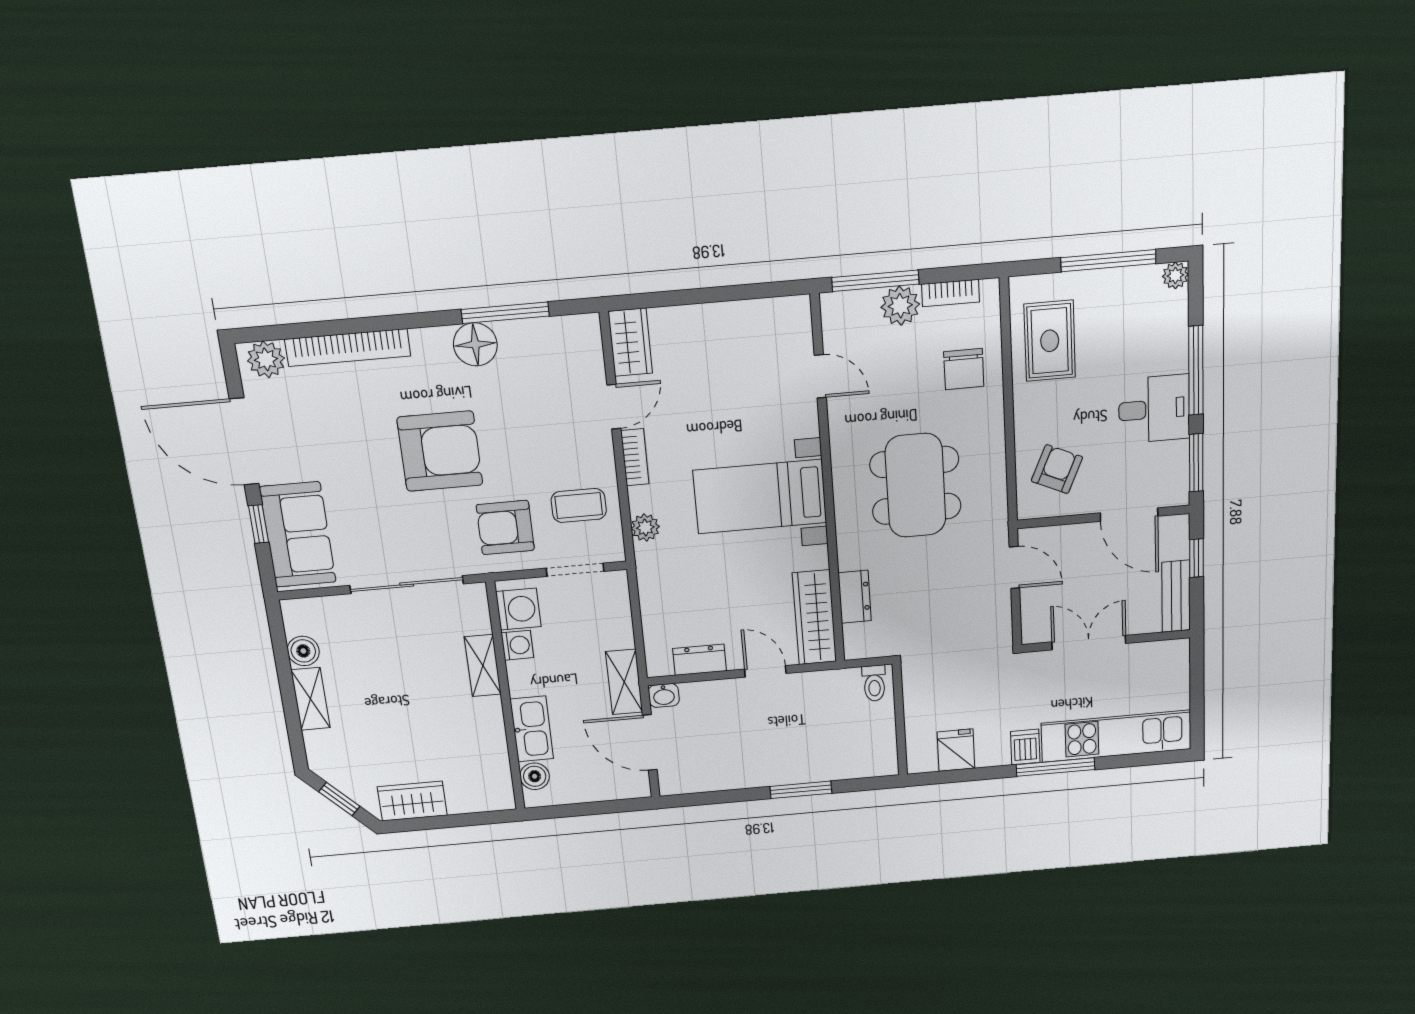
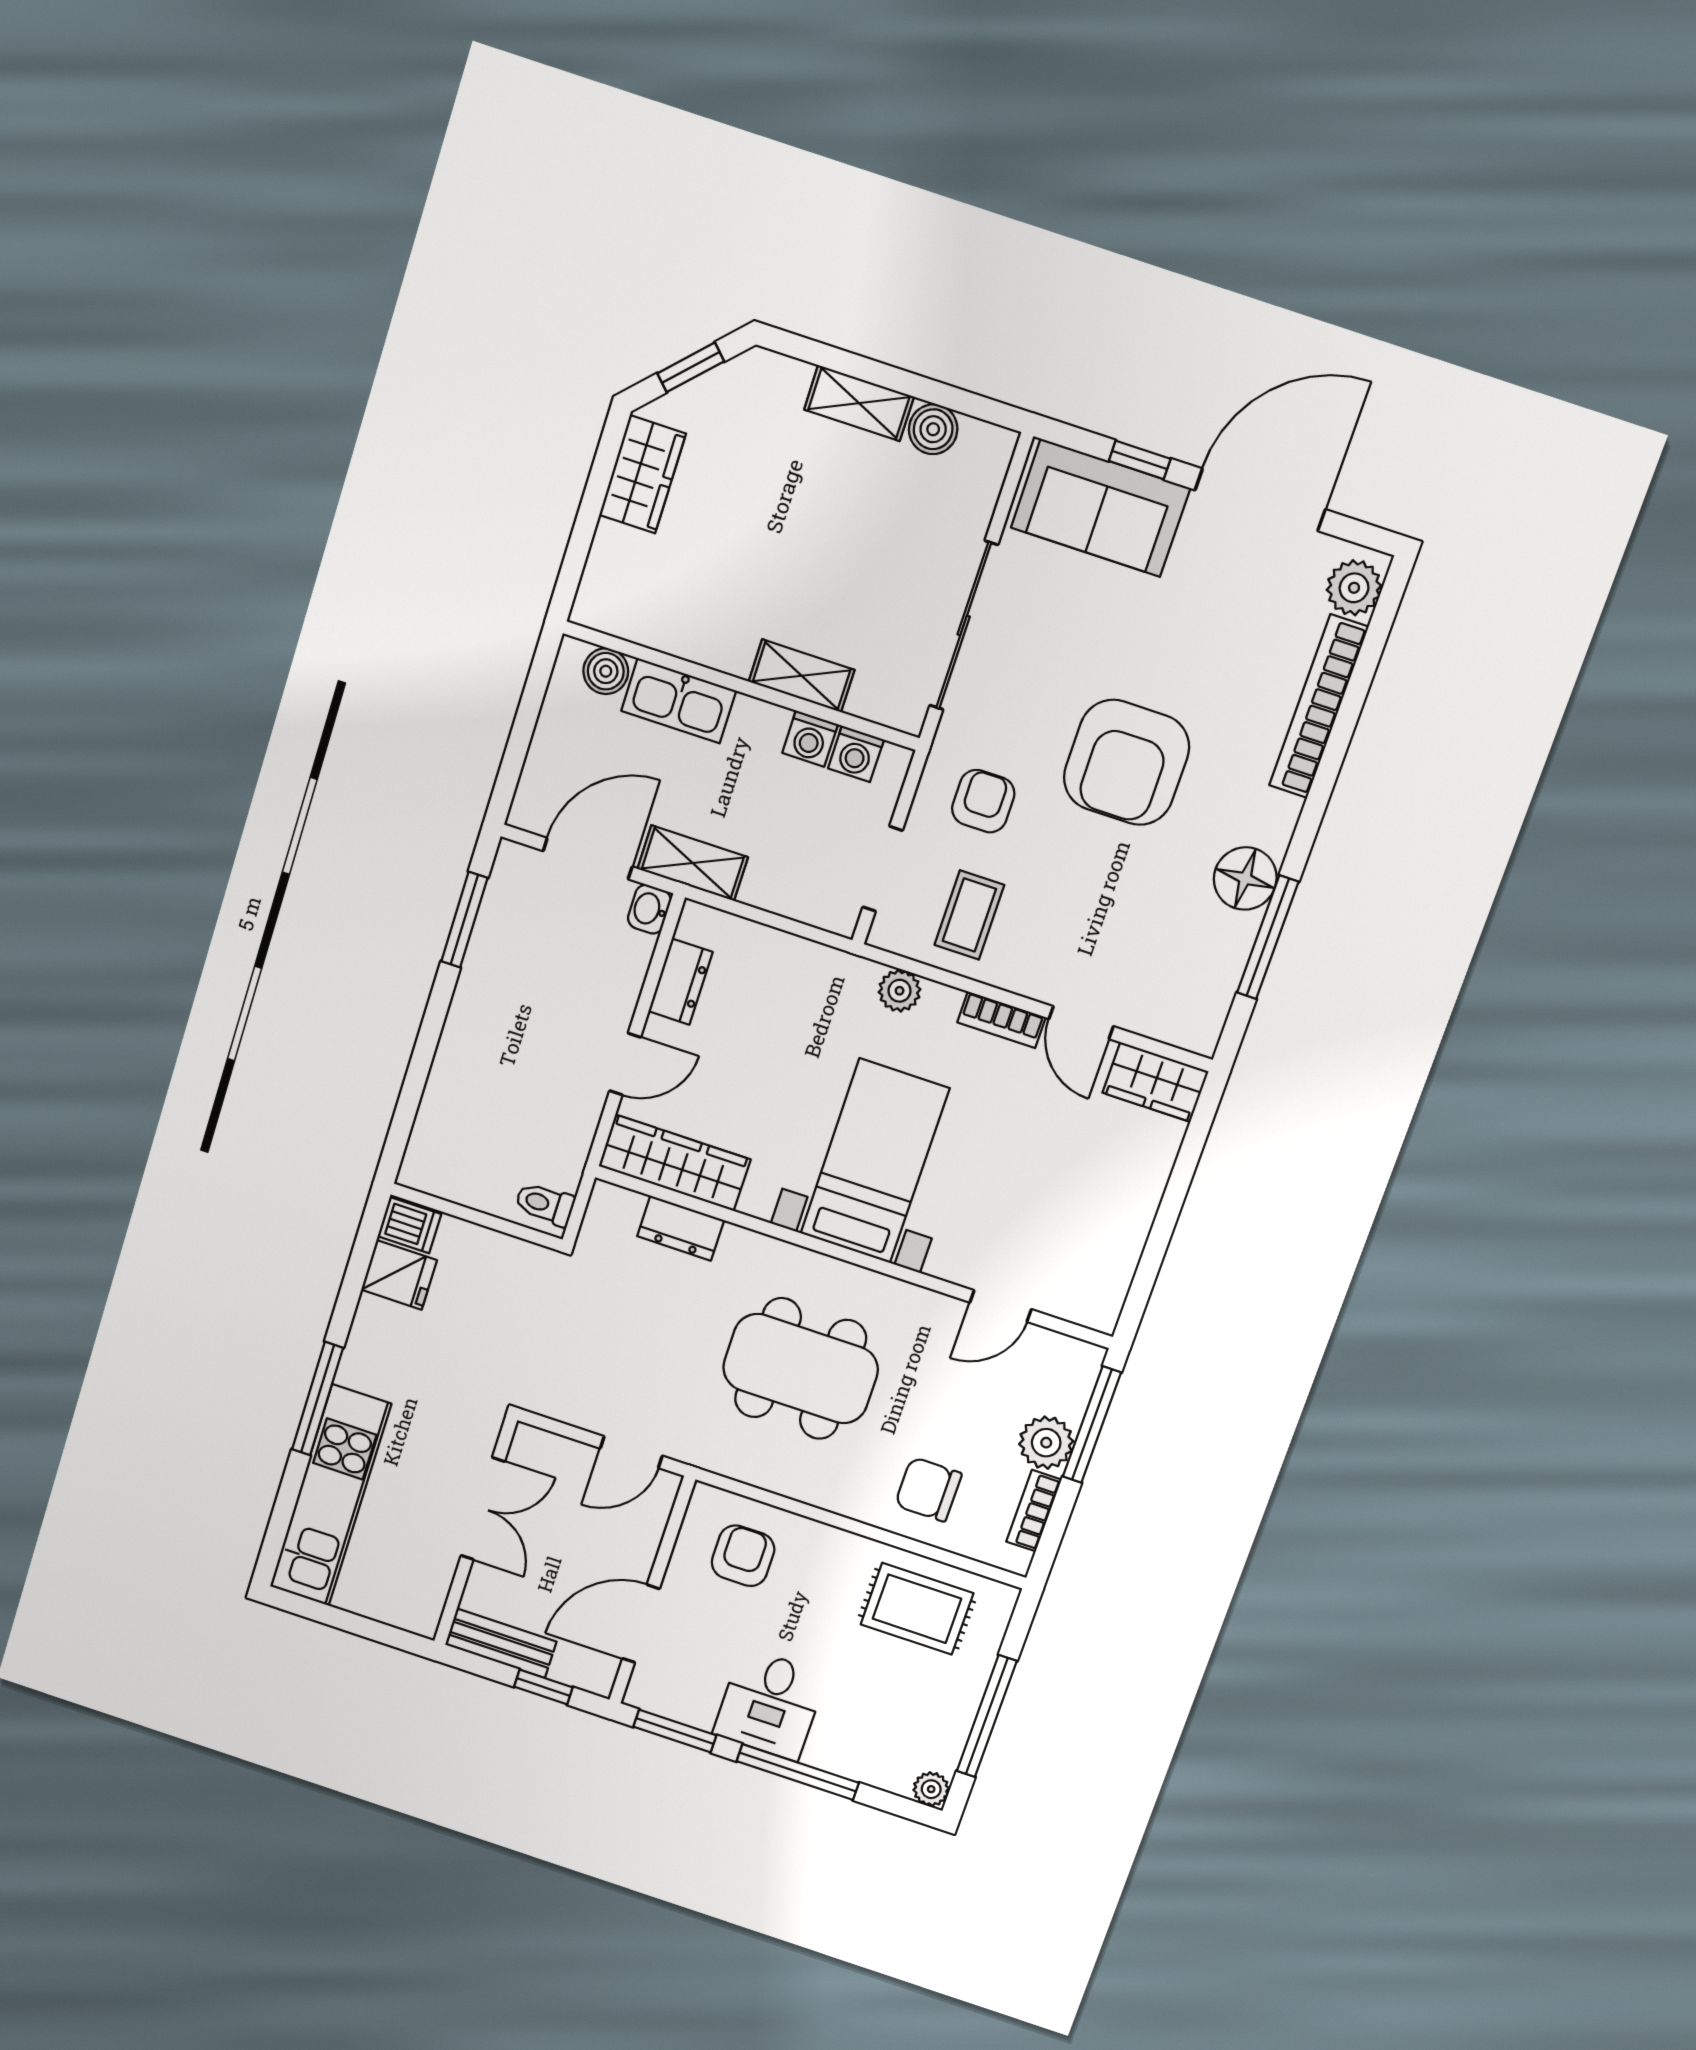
armchair: (1057, 469) -> (743, 1556), turned -114
armchair: (505, 528) -> (983, 801), width x0.72, depth x0.72
washing machine: (518, 609) -> (856, 754), width x0.73, depth x0.73
dishwasher: (1025, 747) -> (409, 1225), moved
window: (801, 790) -> (464, 920), moved

